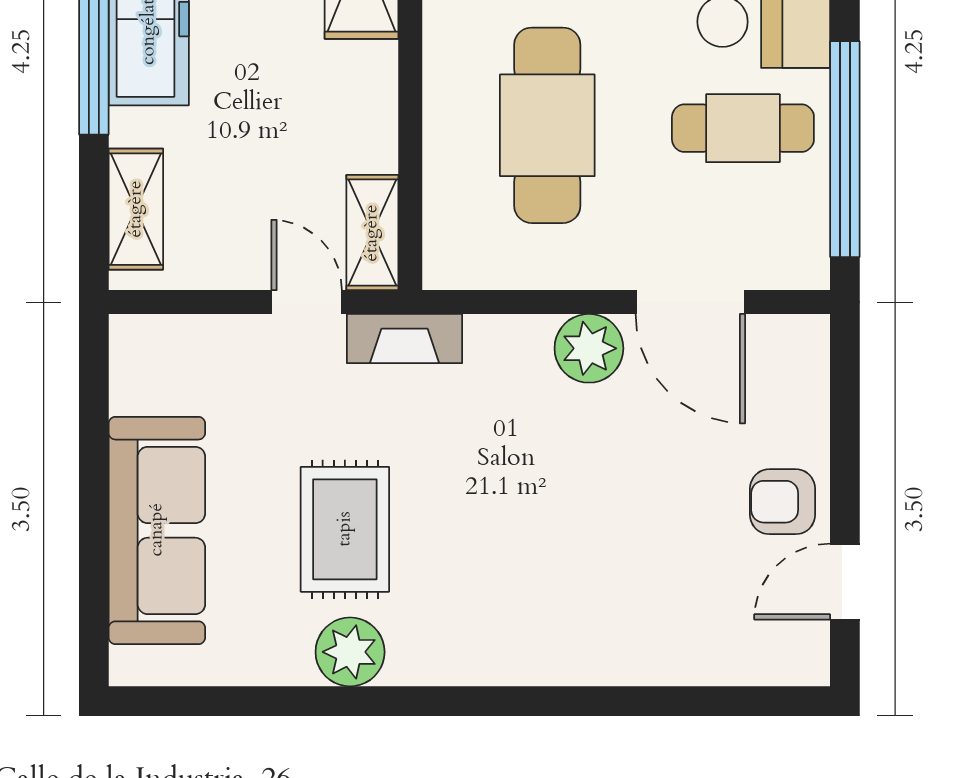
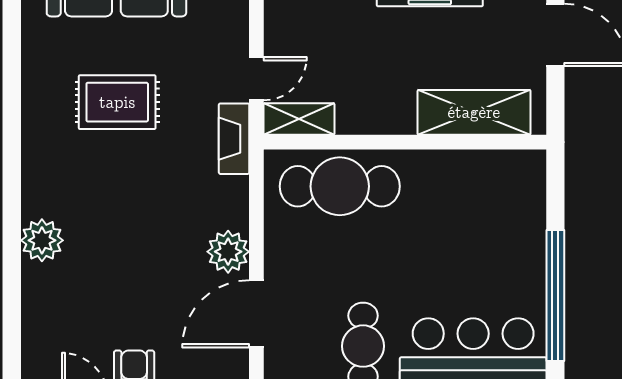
cafe table: (547, 125) -> (340, 186), moved
plant: (350, 652) -> (42, 240), moved

